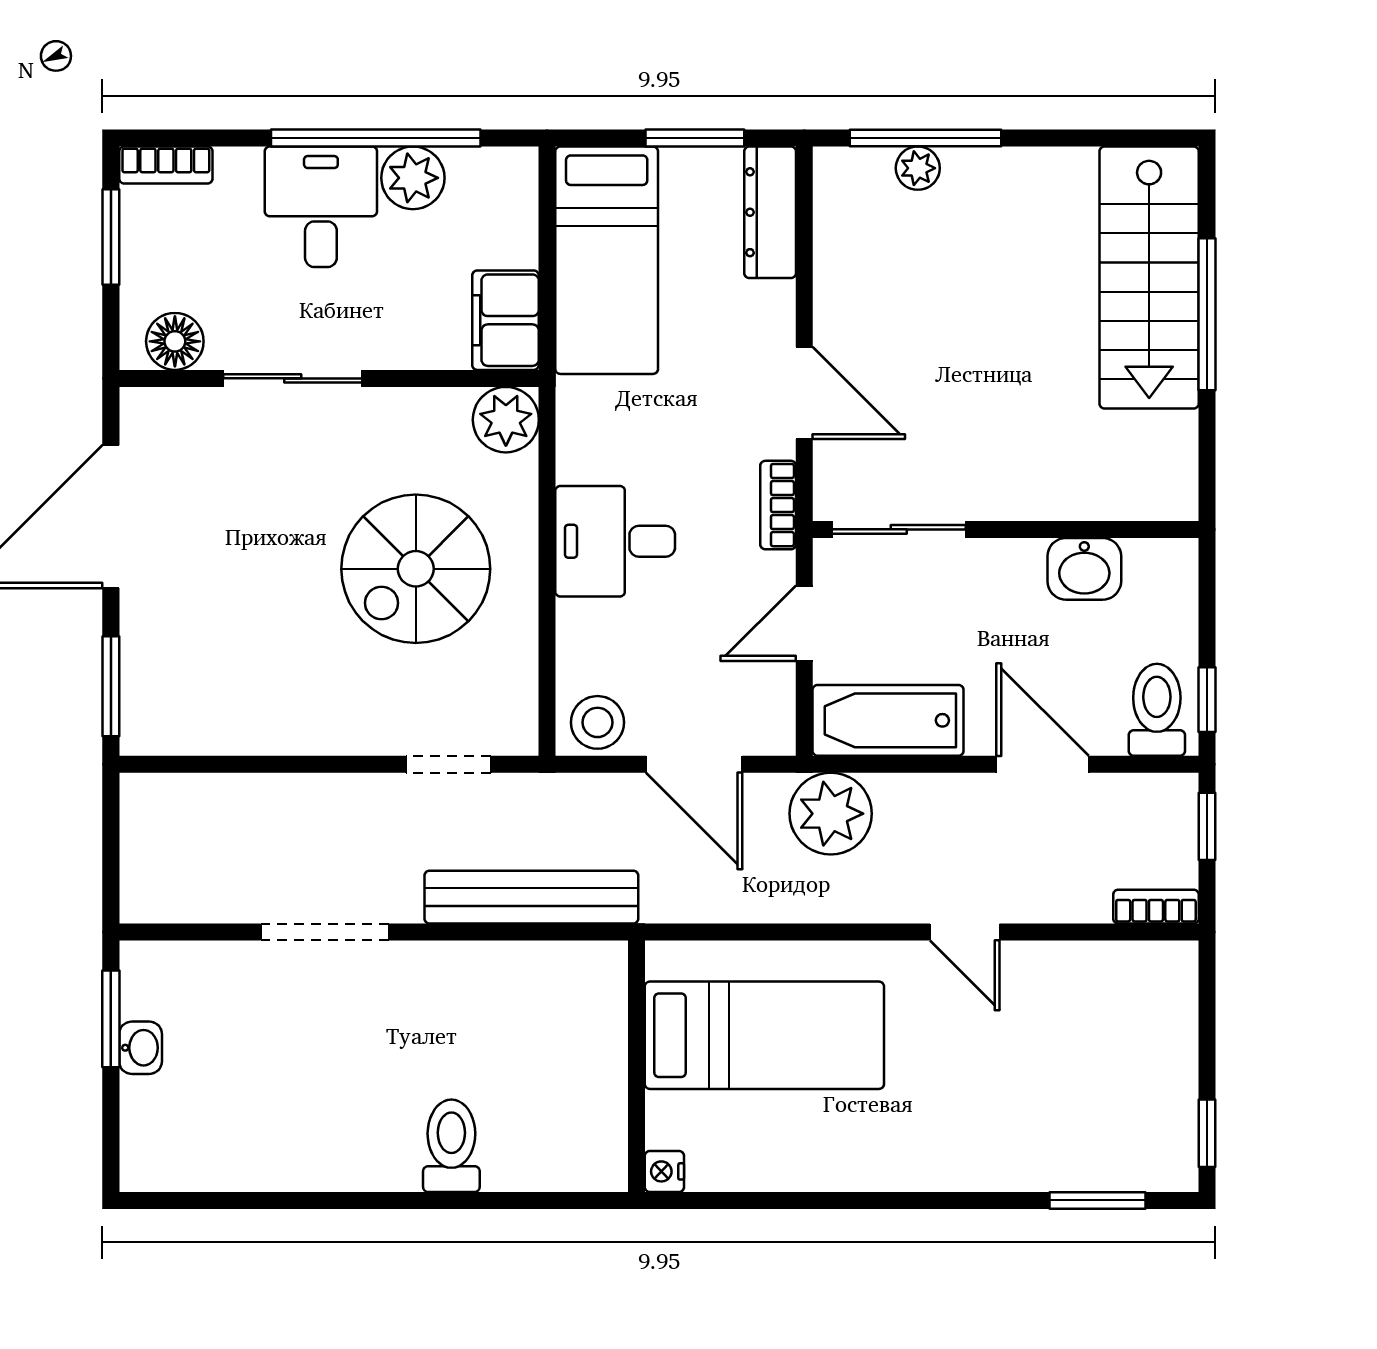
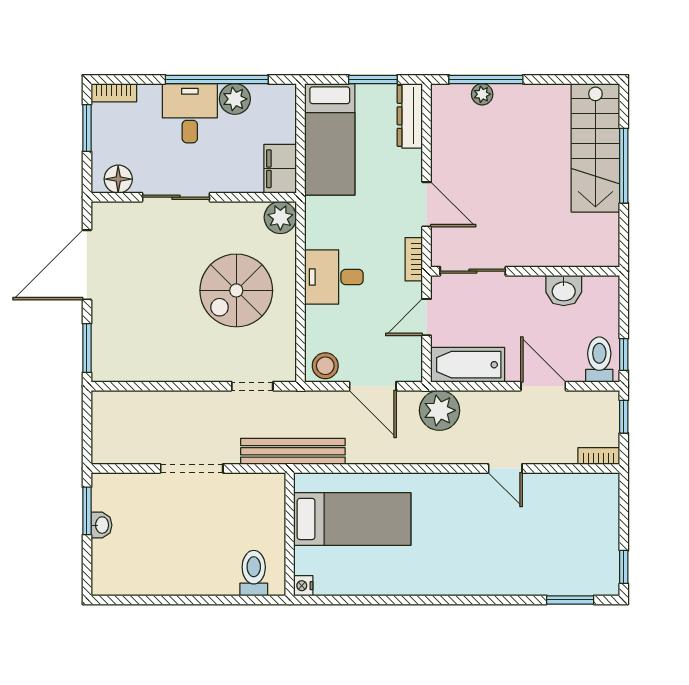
bed: (764, 1035) -> (352, 519), moved
wall: (637, 1066) -> (290, 534), moved
nightstand: (664, 1171) -> (303, 586), moved

